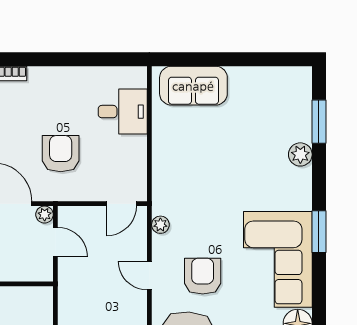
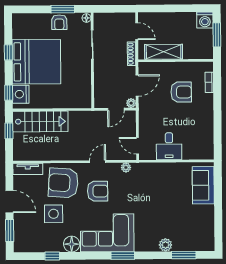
desk: (123, 112) -> (169, 146), moved
armchair: (61, 154) -> (181, 92), moved

